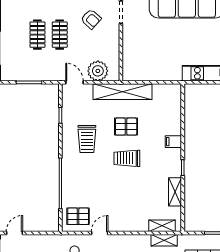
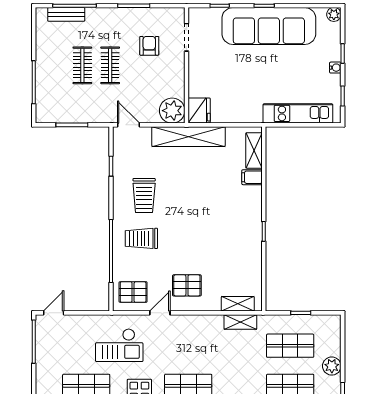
armchair: (91, 19) -> (149, 46), turned -132
plant: (98, 71) -> (172, 111), moved
fridge: (131, 71) -> (199, 110), added
pallet: (126, 127) -> (187, 285), moved
filing cabinet: (173, 142) -> (252, 177), moved
trolley: (127, 158) -> (141, 238), moved
shelving: (175, 192) -> (254, 150), moved

